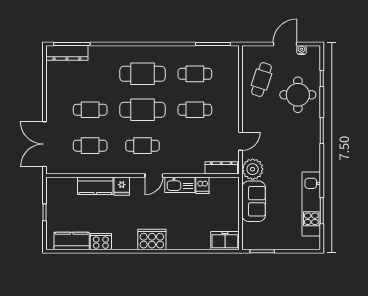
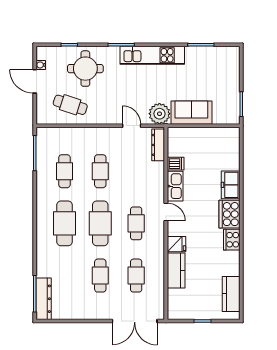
kitchen unit: (311, 204) -> (152, 55), moved
freezer: (225, 241) -> (231, 185), moved
cooker: (101, 242) -> (232, 240), moved

